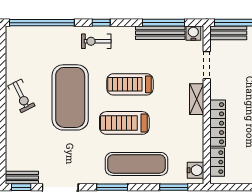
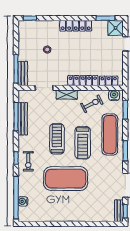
water cooler: (193, 33) -> (23, 201), moved
treadmill: (130, 84) -> (57, 139), turned 180
exercise bike: (21, 96) -> (92, 104), moved

